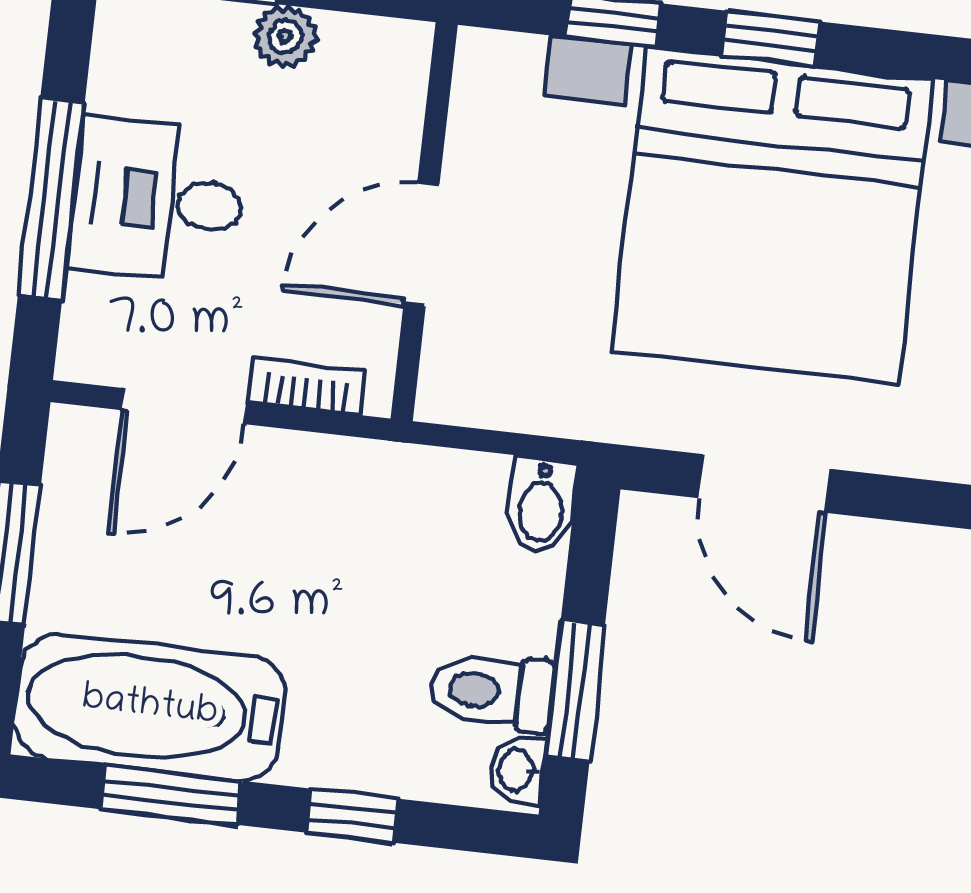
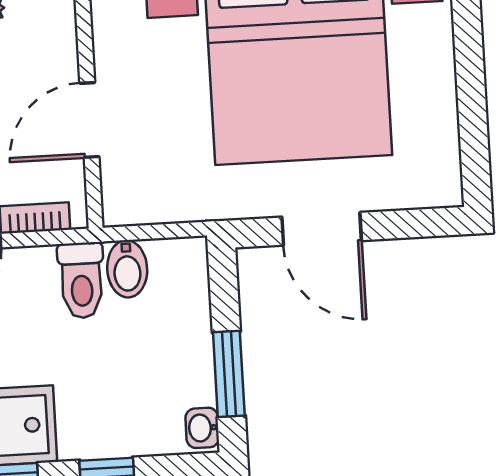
bidet: (541, 505) -> (127, 269), moved
toilet: (491, 691) -> (81, 280), moved, turned -90

